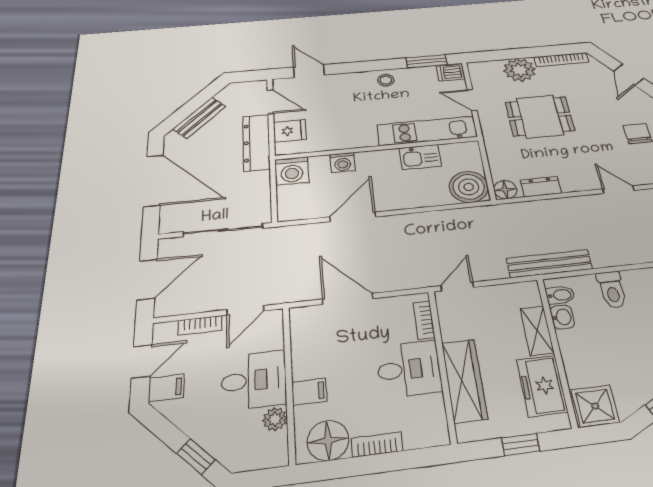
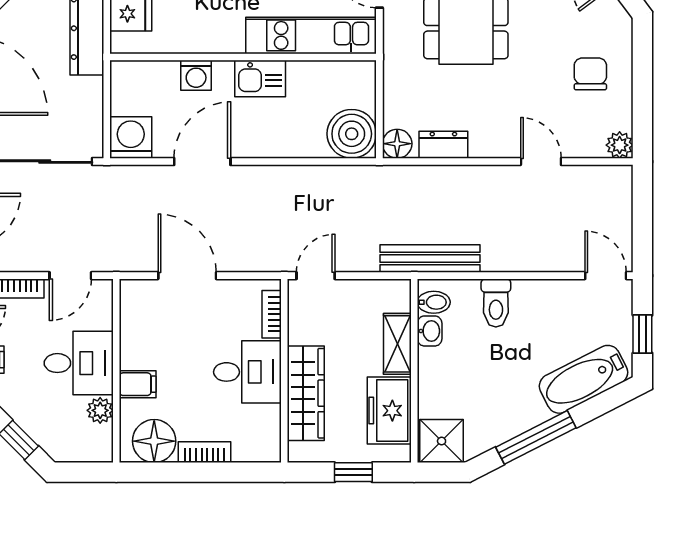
kitchen sink: (420, 157) -> (260, 78), moved
washing machine: (292, 171) -> (131, 138), moved, turned 180

